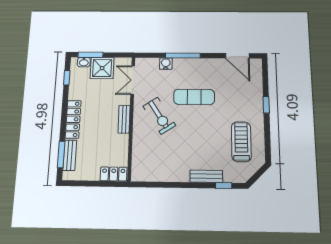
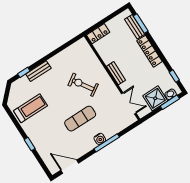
water cooler: (166, 64) -> (100, 139), moved
exercise bike: (159, 116) -> (83, 85), moved
treadmill: (241, 142) -> (30, 108), turned -90

